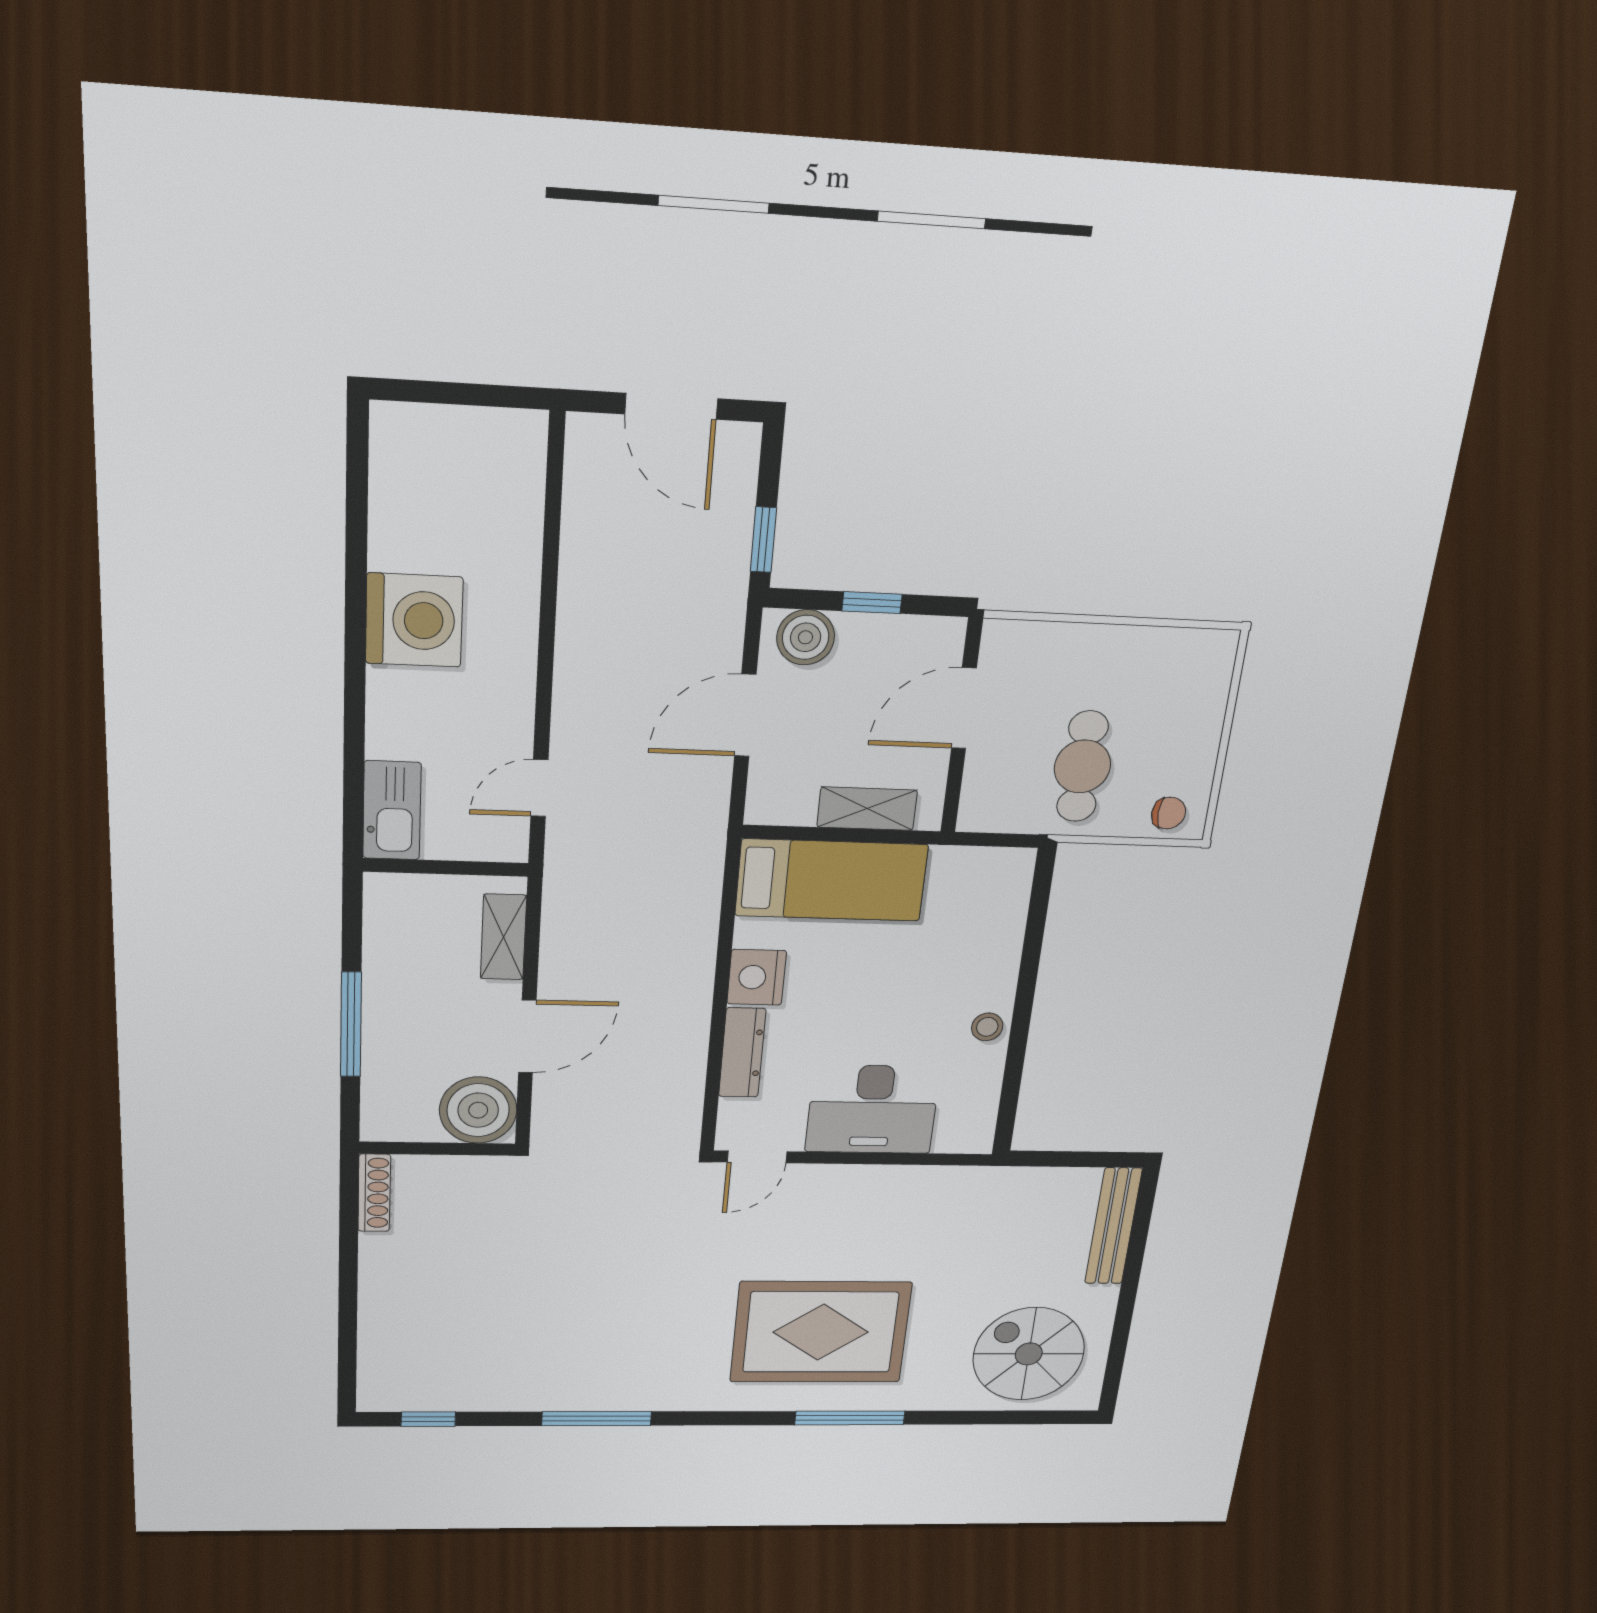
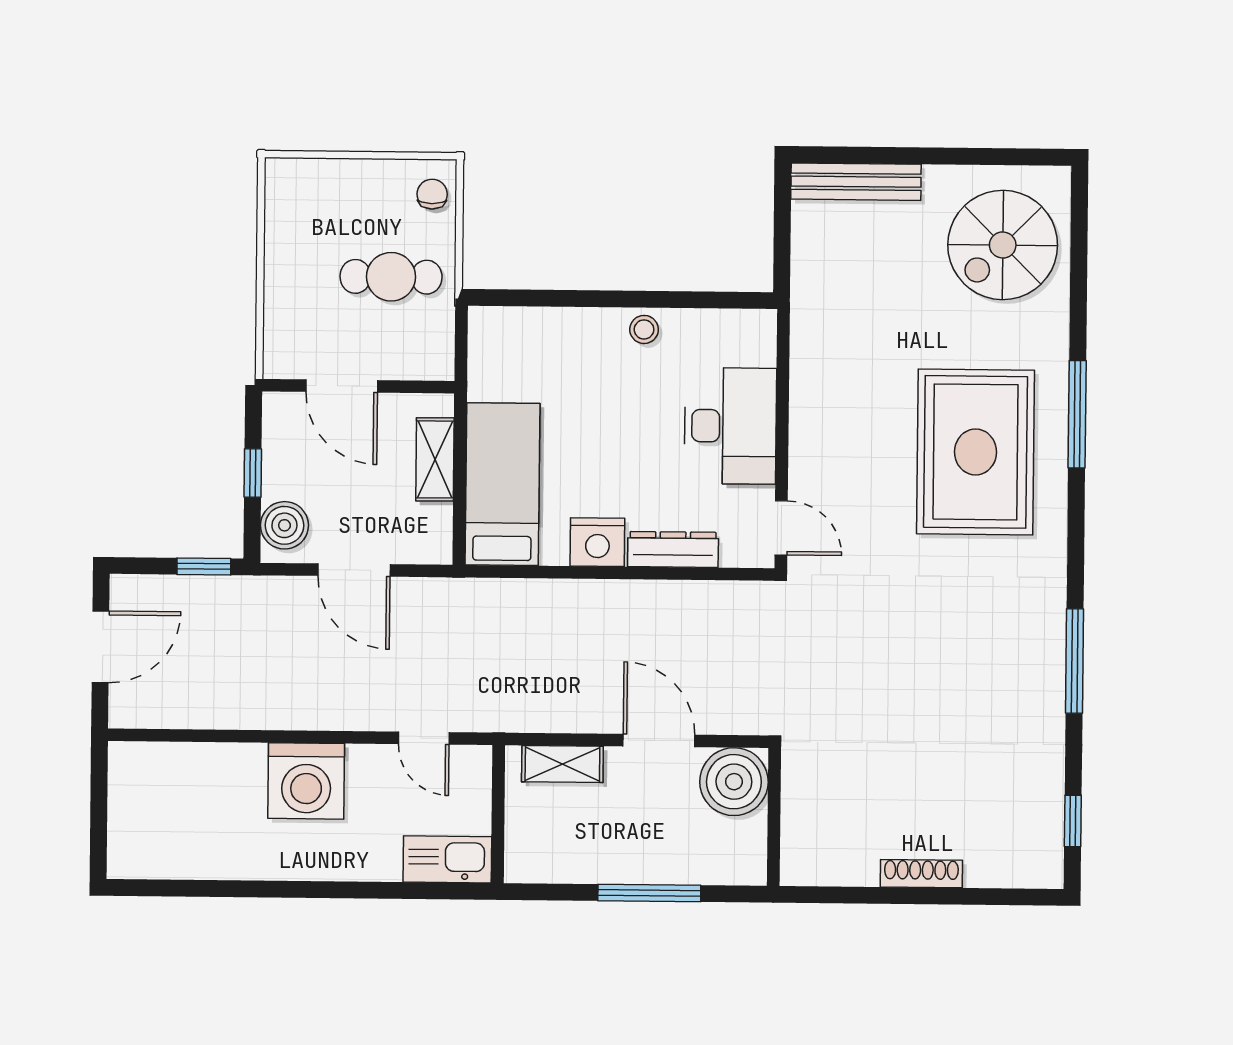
washing machine: (414, 620) -> (306, 781), moved, turned 180
shoe rack: (374, 1193) -> (921, 874), moved

